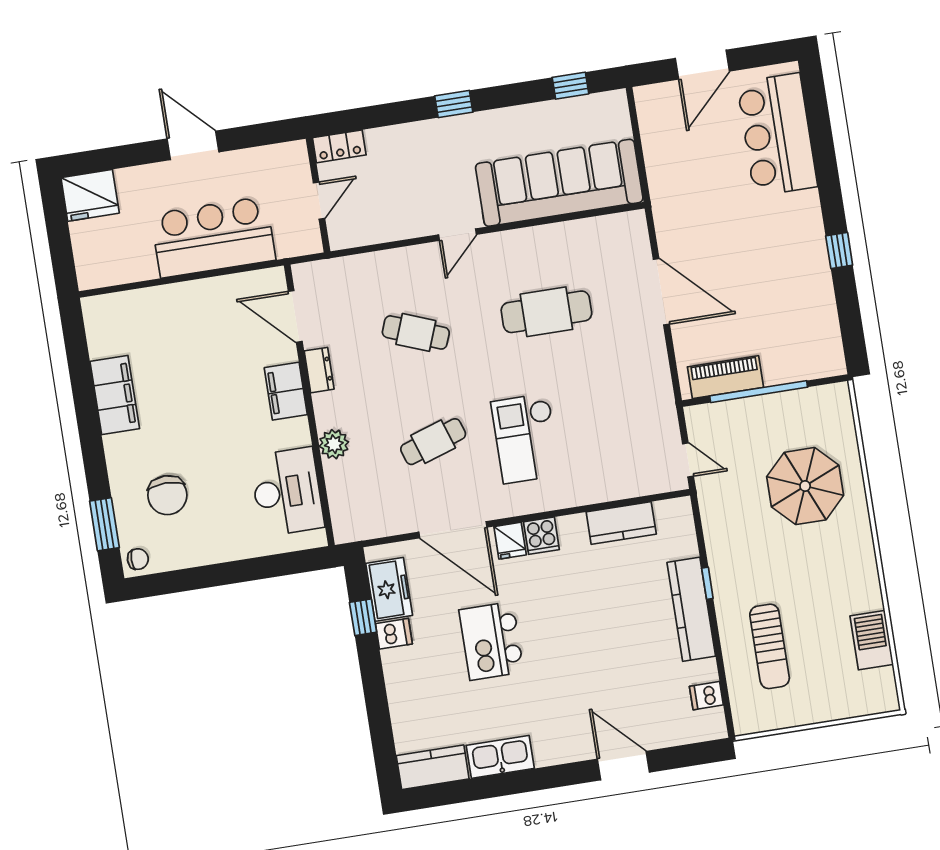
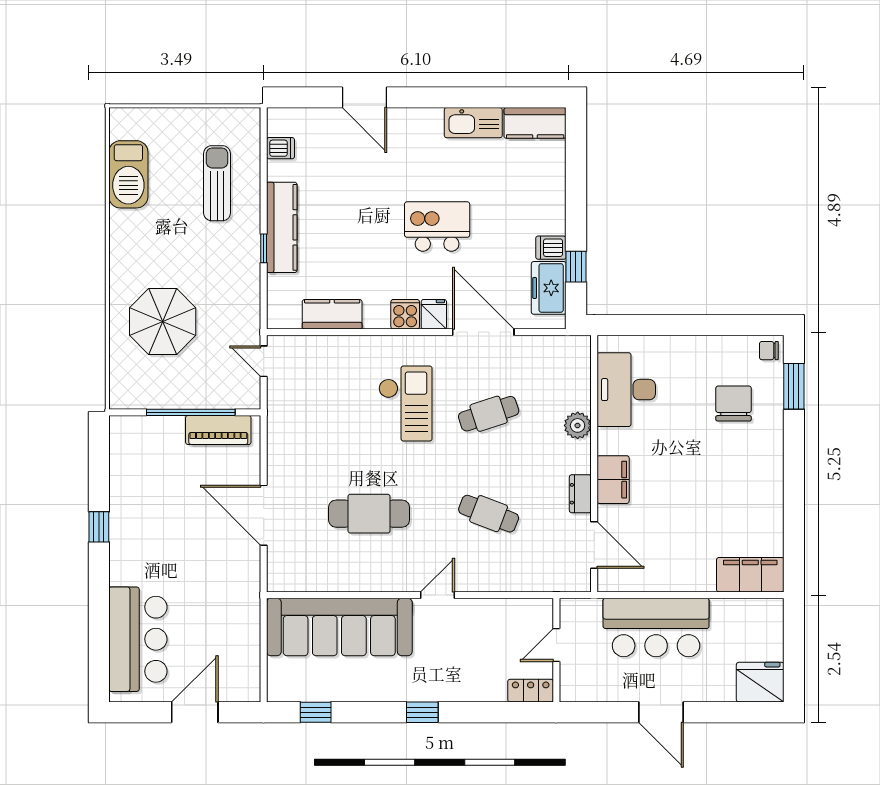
filing cabinet: (115, 395) -> (750, 575), moved, turned 90
barbecue: (872, 640) -> (128, 174), width x1.37, depth x1.21
kitchen island: (491, 641) -> (437, 227), moved, turned -90

